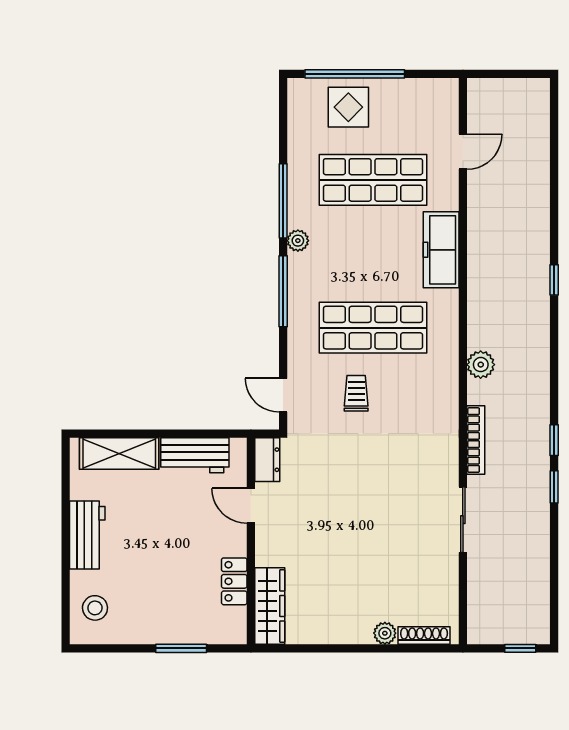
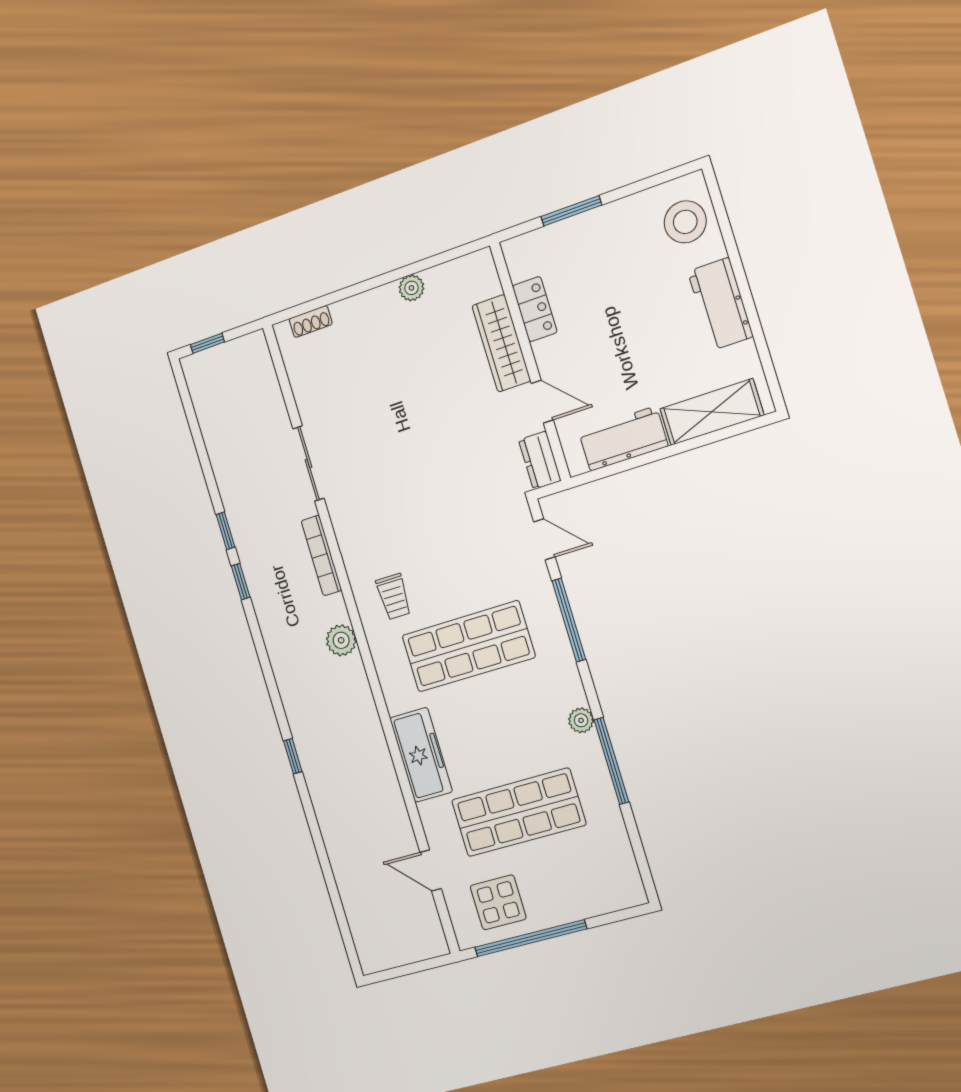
window: (355, 74) -> (530, 938), moved
display table: (348, 107) -> (498, 902), moved
door: (463, 152) -> (431, 870), hinge flipped
window: (283, 291) -> (569, 620), moved
trolley: (356, 393) -> (394, 597), moved
wardrobe: (270, 606) -> (501, 343), moved
stool: (95, 608) -> (685, 222), width x1.38, depth x1.38
plant: (385, 633) -> (411, 288), moved
shoe rack: (424, 636) -> (311, 321), width x0.70

